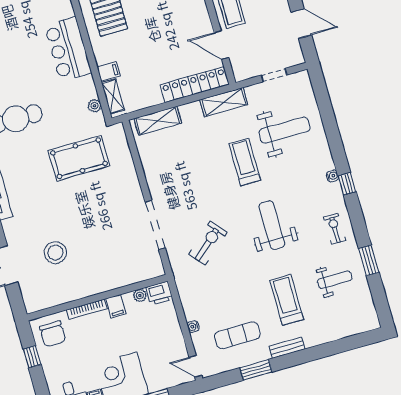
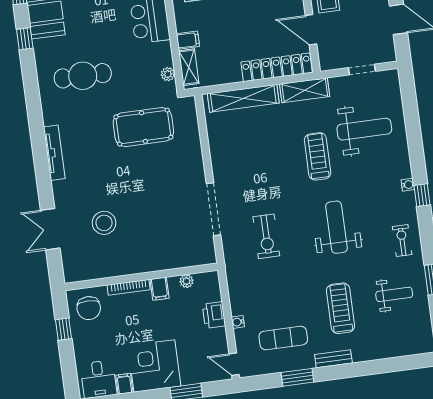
shelving: (158, 121) -> (243, 98), width x1.47
exercise bike: (208, 243) -> (266, 236), turned 131
printer: (159, 293) -> (214, 315), moved, turned 90

